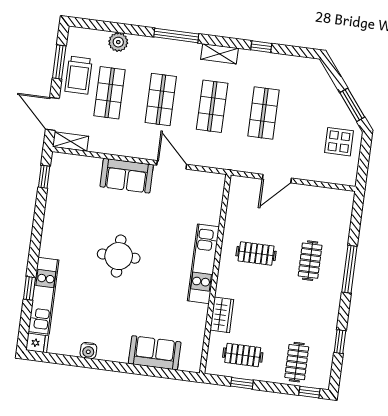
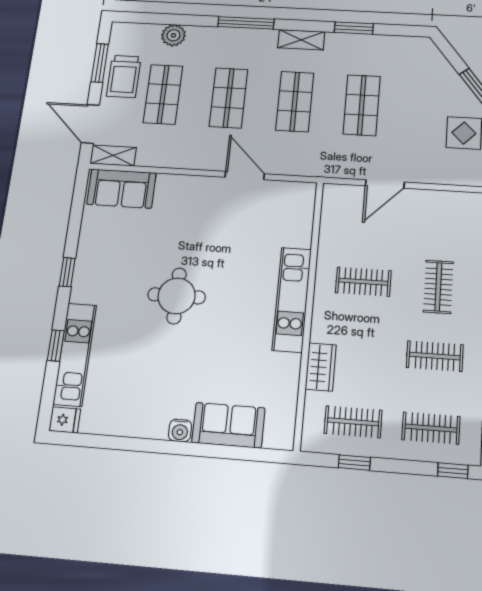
window: (261, 47) -> (354, 28), width x1.50
sofa: (127, 176) -> (121, 189), moved
window: (44, 177) -> (67, 272), moved
clothes rail: (303, 311) -> (435, 356), added
water cooler: (88, 351) -> (180, 430), moved
clothes rail: (297, 362) -> (431, 428), turned 90

